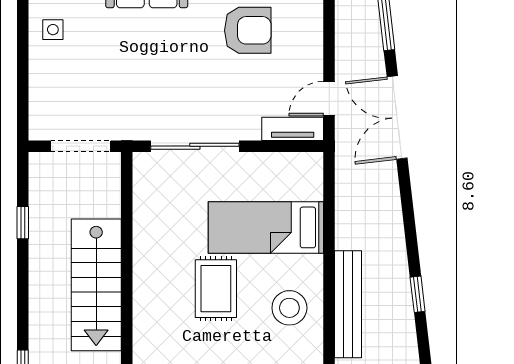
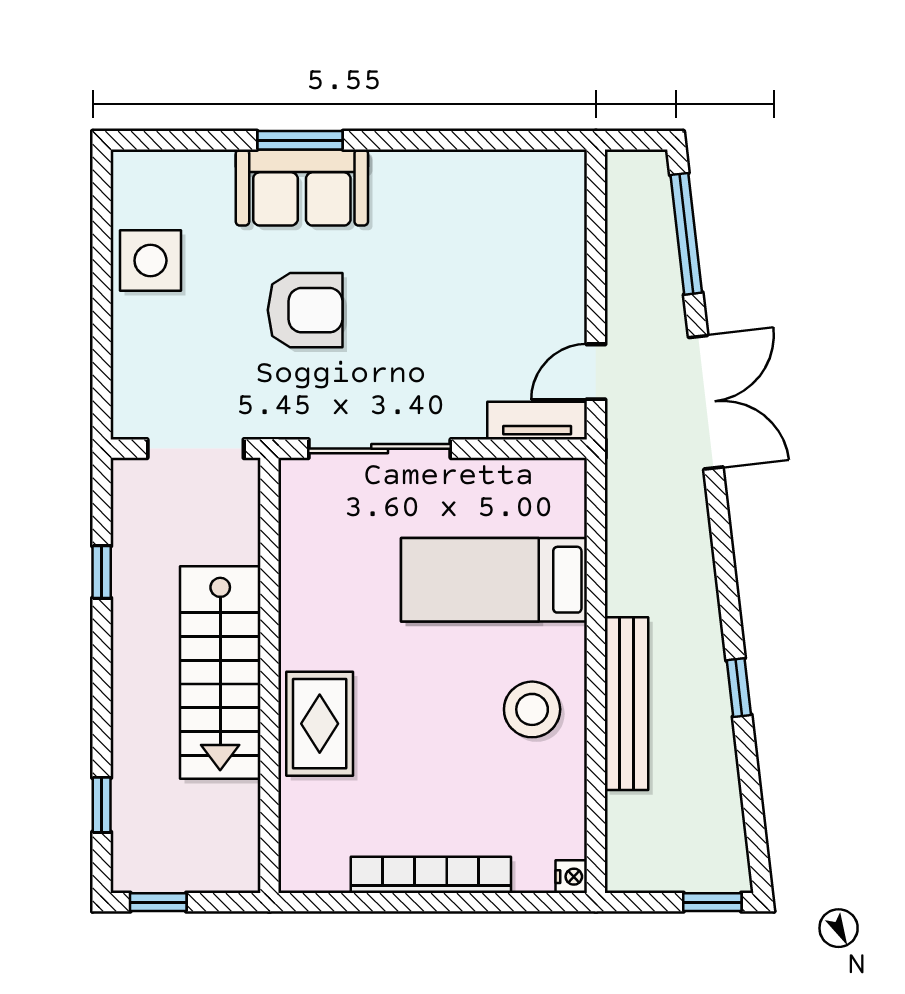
side table: (53, 30) -> (150, 261), width x1.87, depth x1.87
armchair: (248, 30) -> (305, 310), moved
double door: (397, 117) -> (706, 402), swing flipped
rug: (216, 289) -> (320, 724), moved

